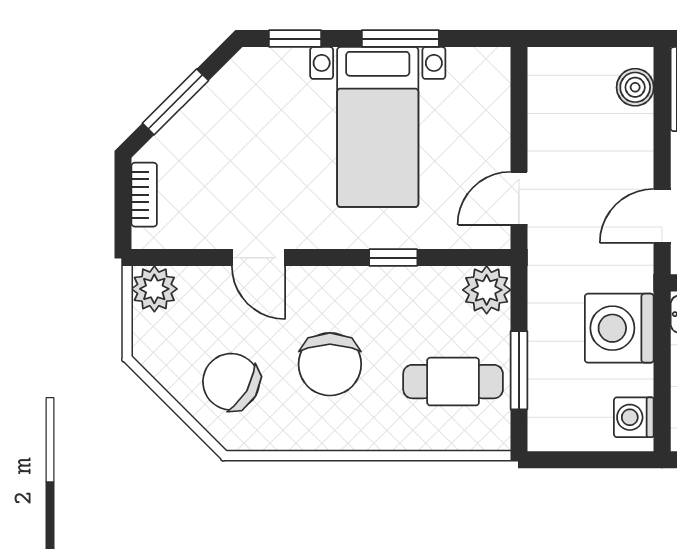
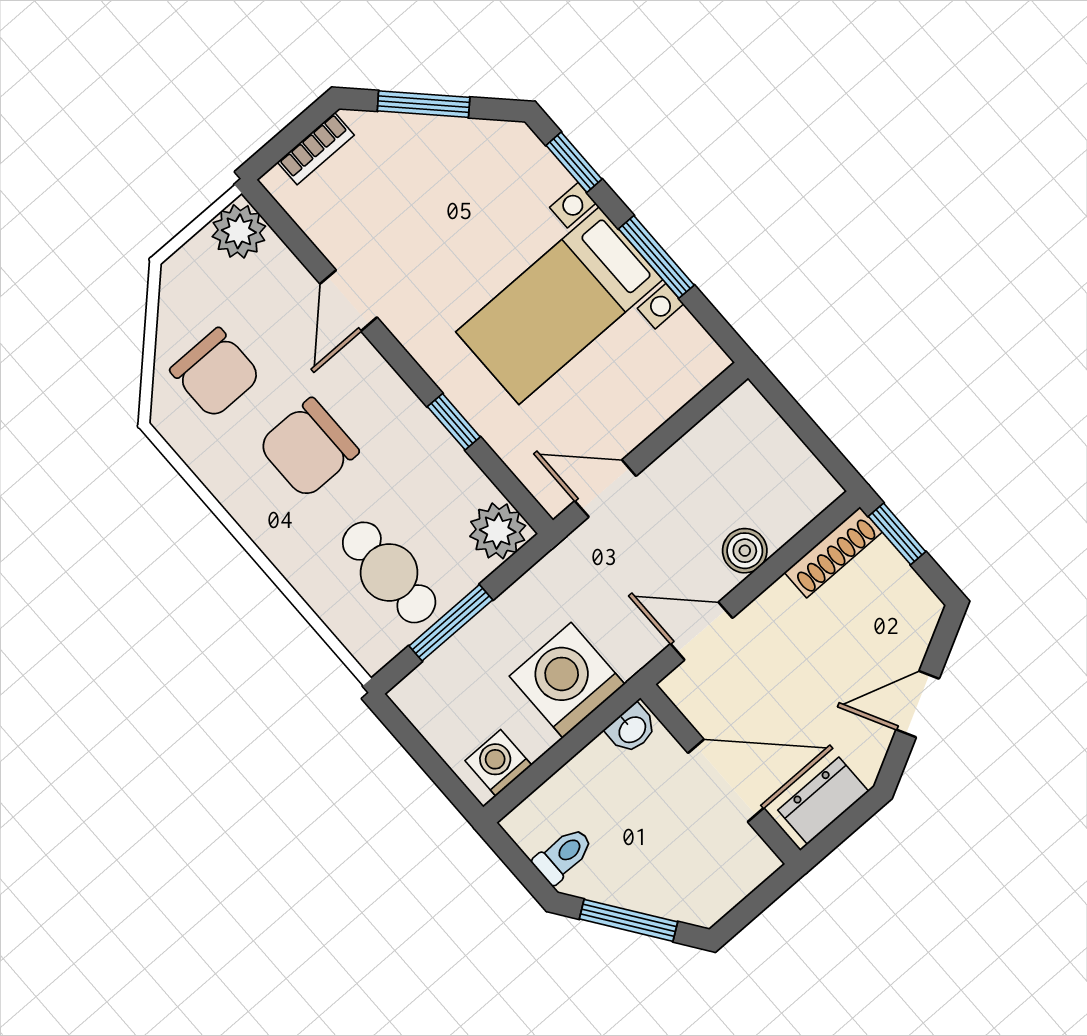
boiler: (635, 87) -> (745, 551), moved
chair: (231, 382) -> (215, 373), turned 150

